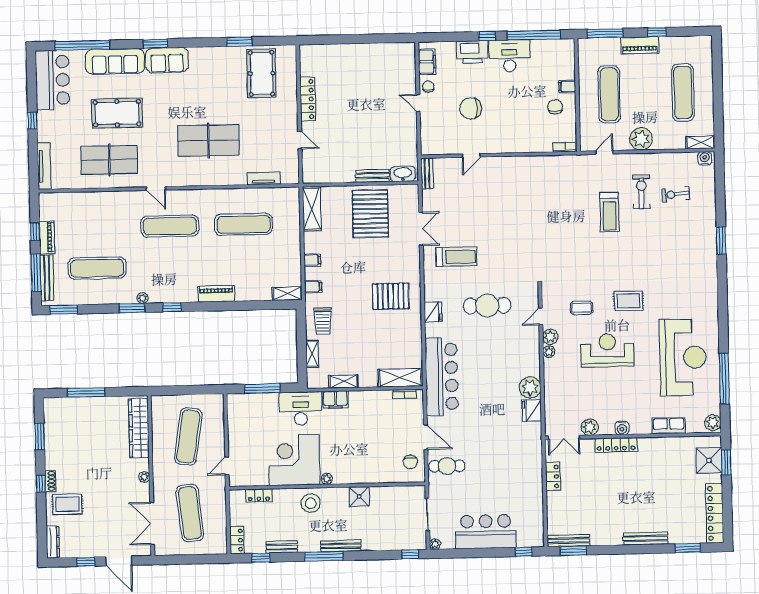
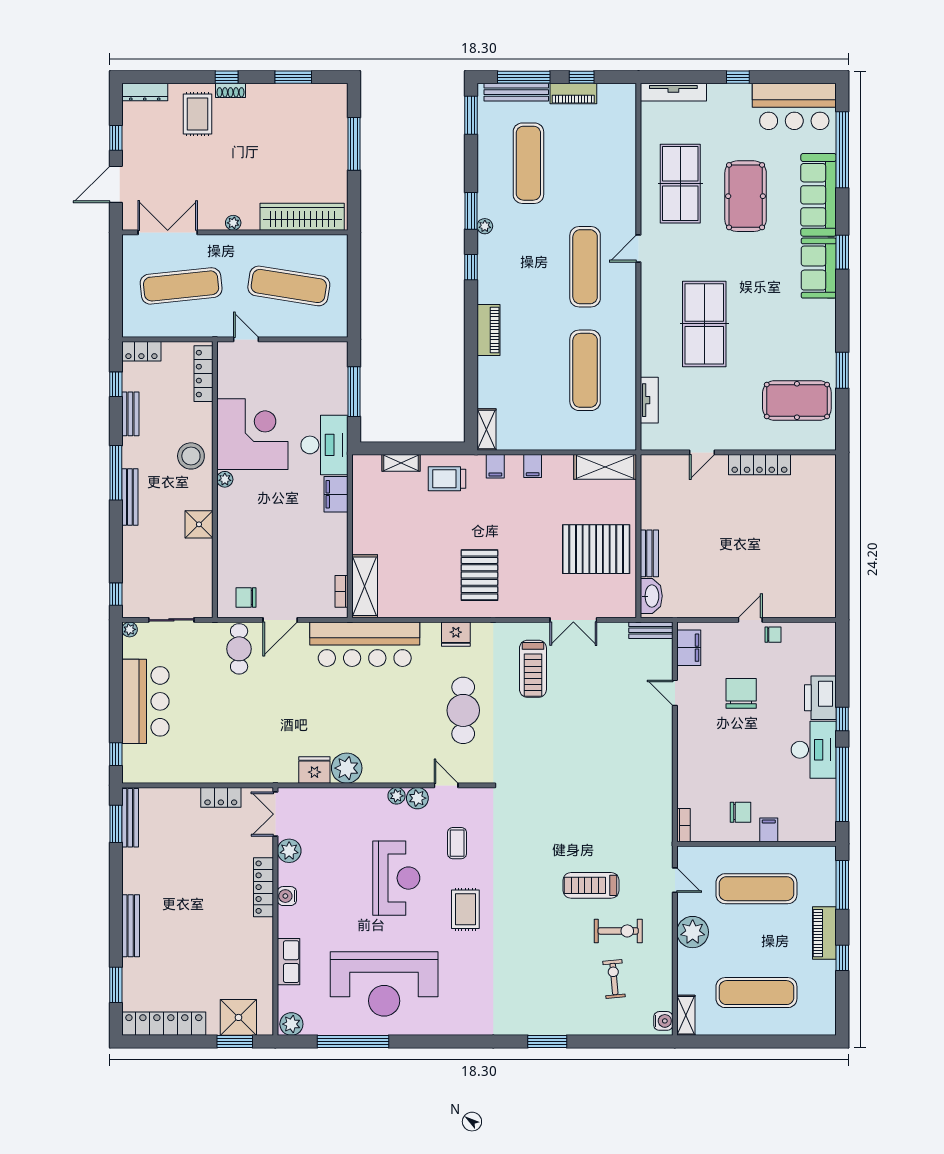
filing cabinet: (427, 62) -> (689, 648), moved, turned -90
shelving: (343, 381) -> (361, 506), removed
locker: (259, 496) -> (203, 374), width x1.53

